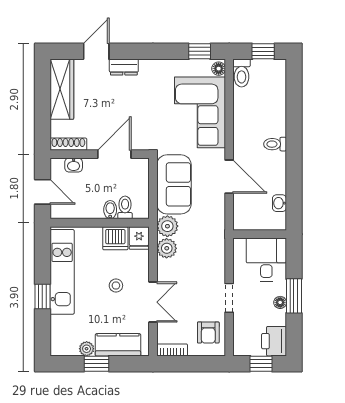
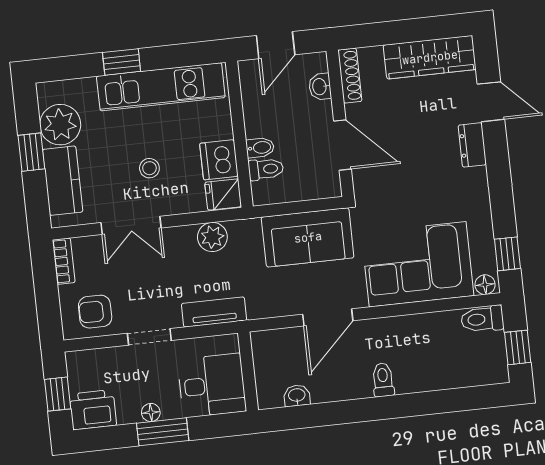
plant: (167, 226) -> (245, 234), removed
tv unit: (217, 253) -> (214, 312), added
plant: (87, 349) -> (60, 125), width x1.88, depth x1.88

